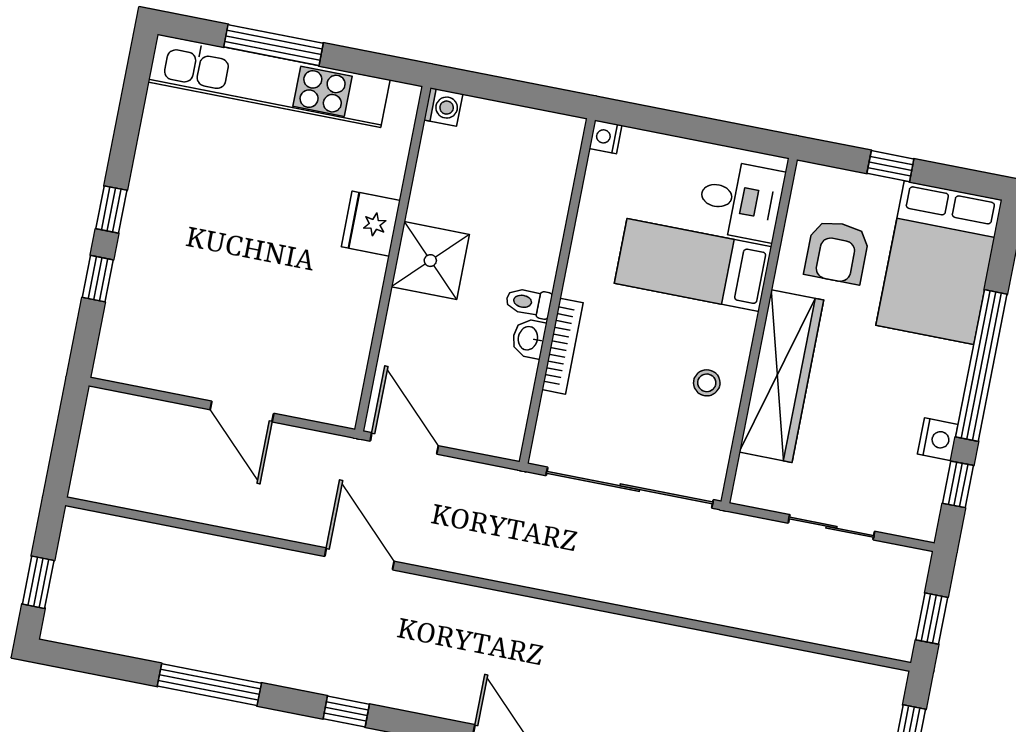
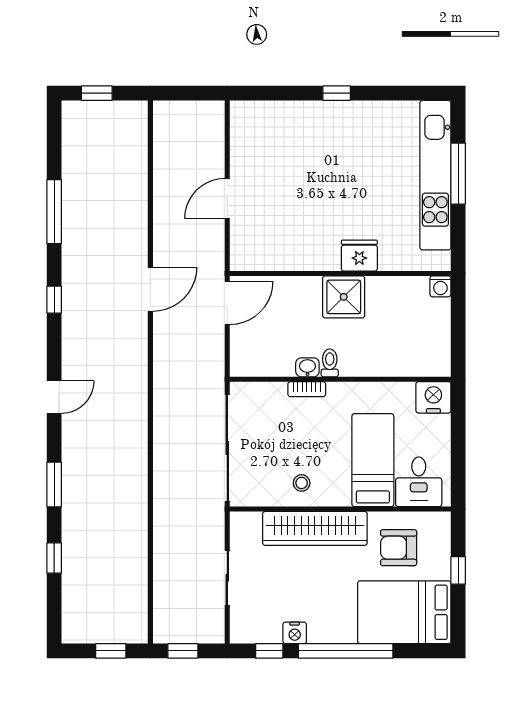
nightstand: (606, 137) -> (433, 397), width x1.89, depth x1.79
window: (98, 279) -> (292, 93), removed
bookcase: (563, 346) -> (307, 389), width x0.64

